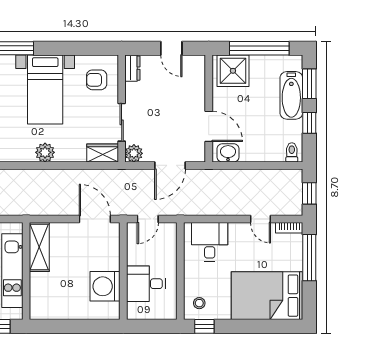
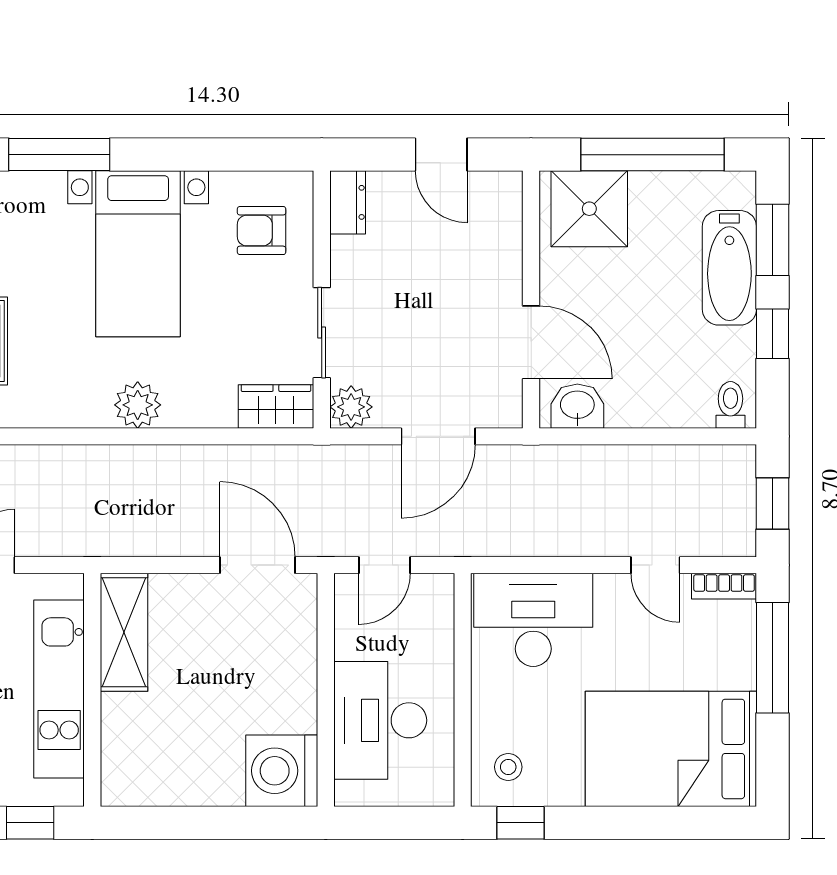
desk: (210, 242) -> (533, 620), width x1.37
desk: (146, 284) -> (380, 720), width x1.37
washing machine: (105, 286) -> (282, 771), moved

